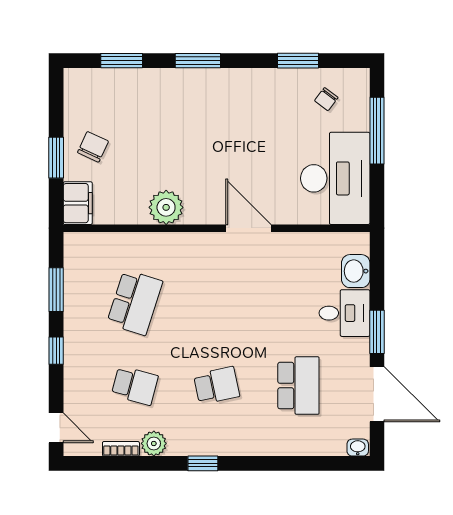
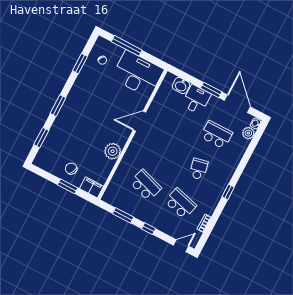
school desk: (135, 386) -> (181, 203), width x1.85
door: (377, 394) -> (237, 104), hinge flipped
plant: (154, 443) -> (248, 133), moved

